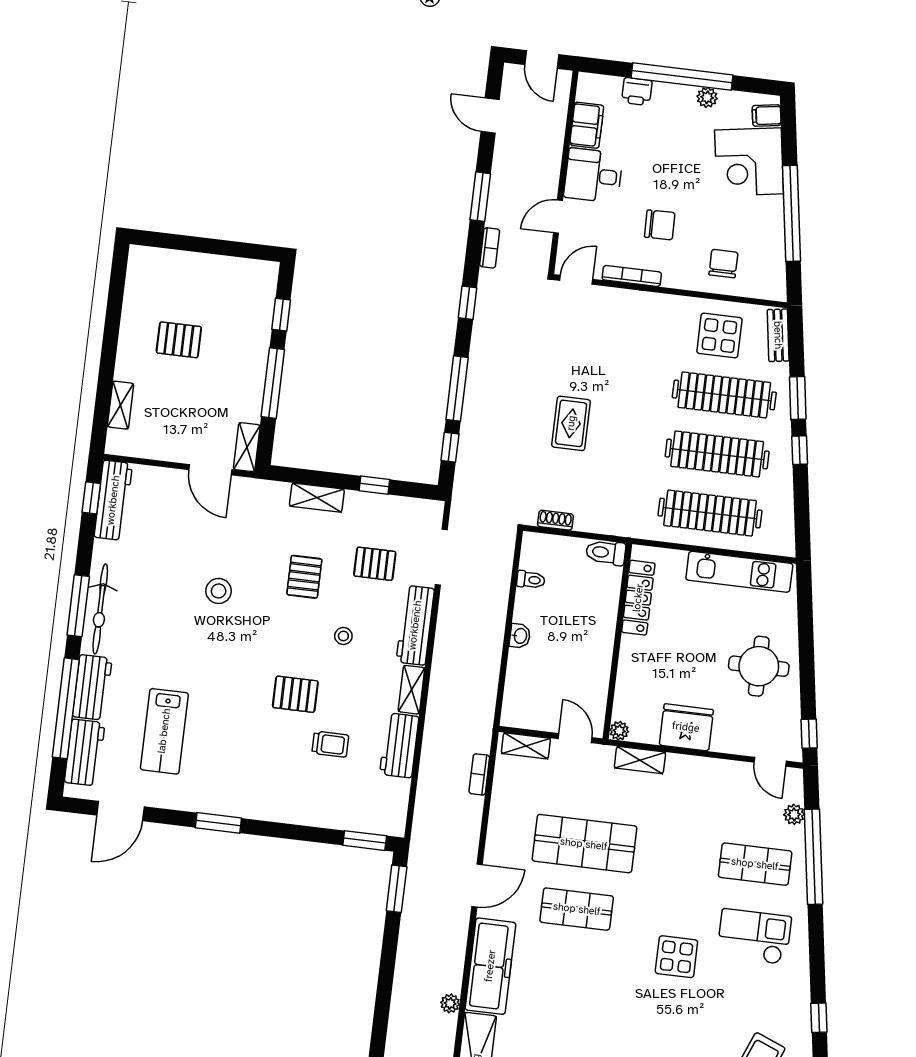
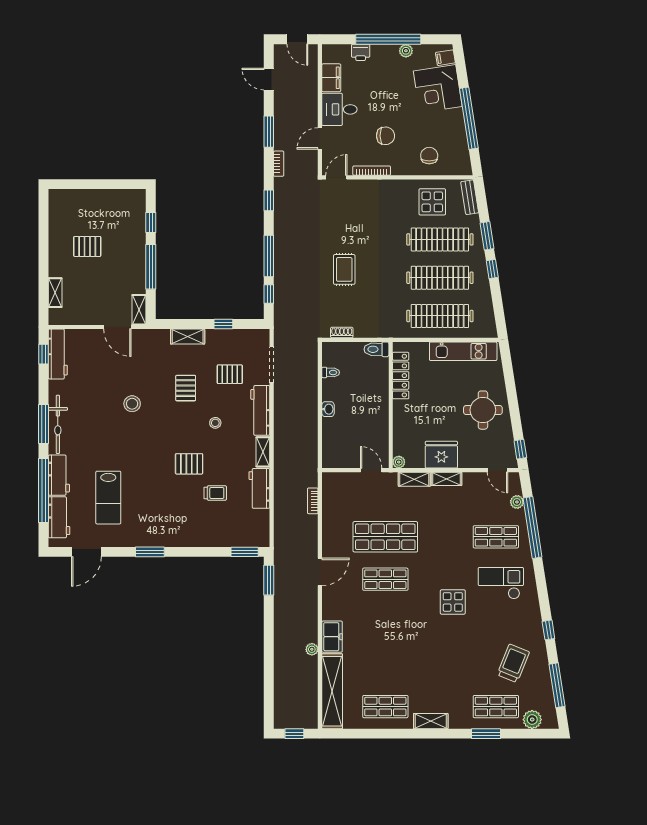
shelving: (526, 746) -> (447, 479), moved
freezer: (490, 966) -> (332, 637), width x0.52, depth x0.79

